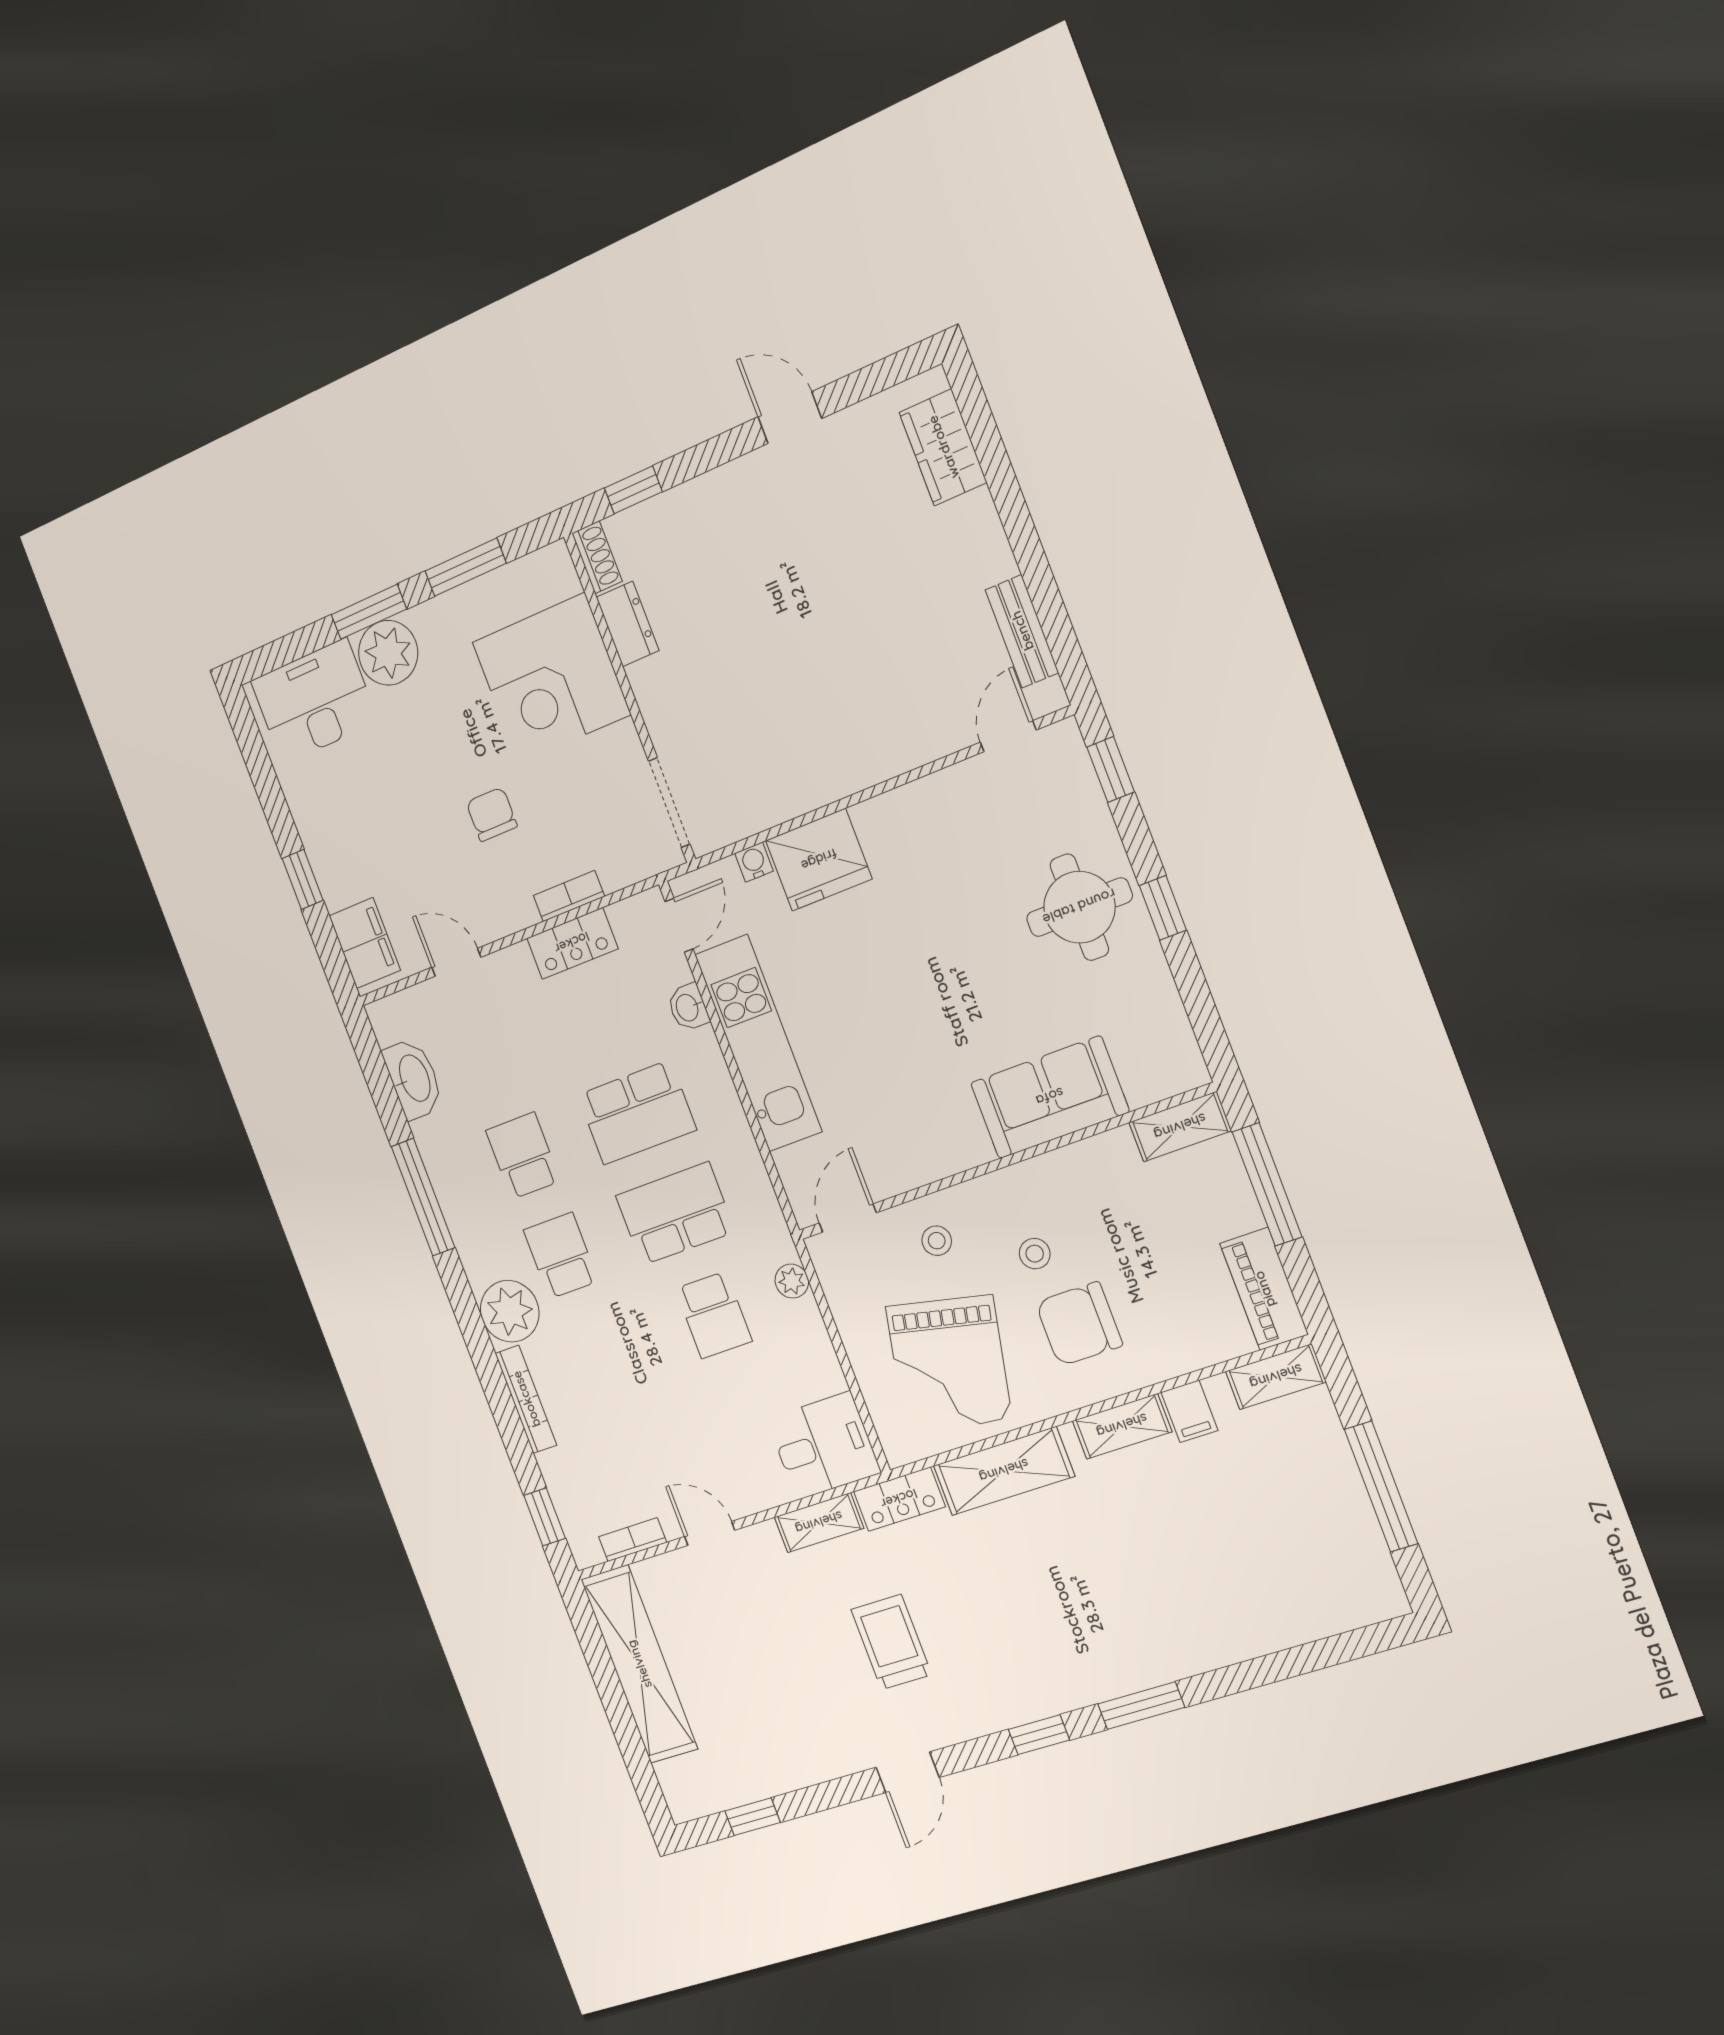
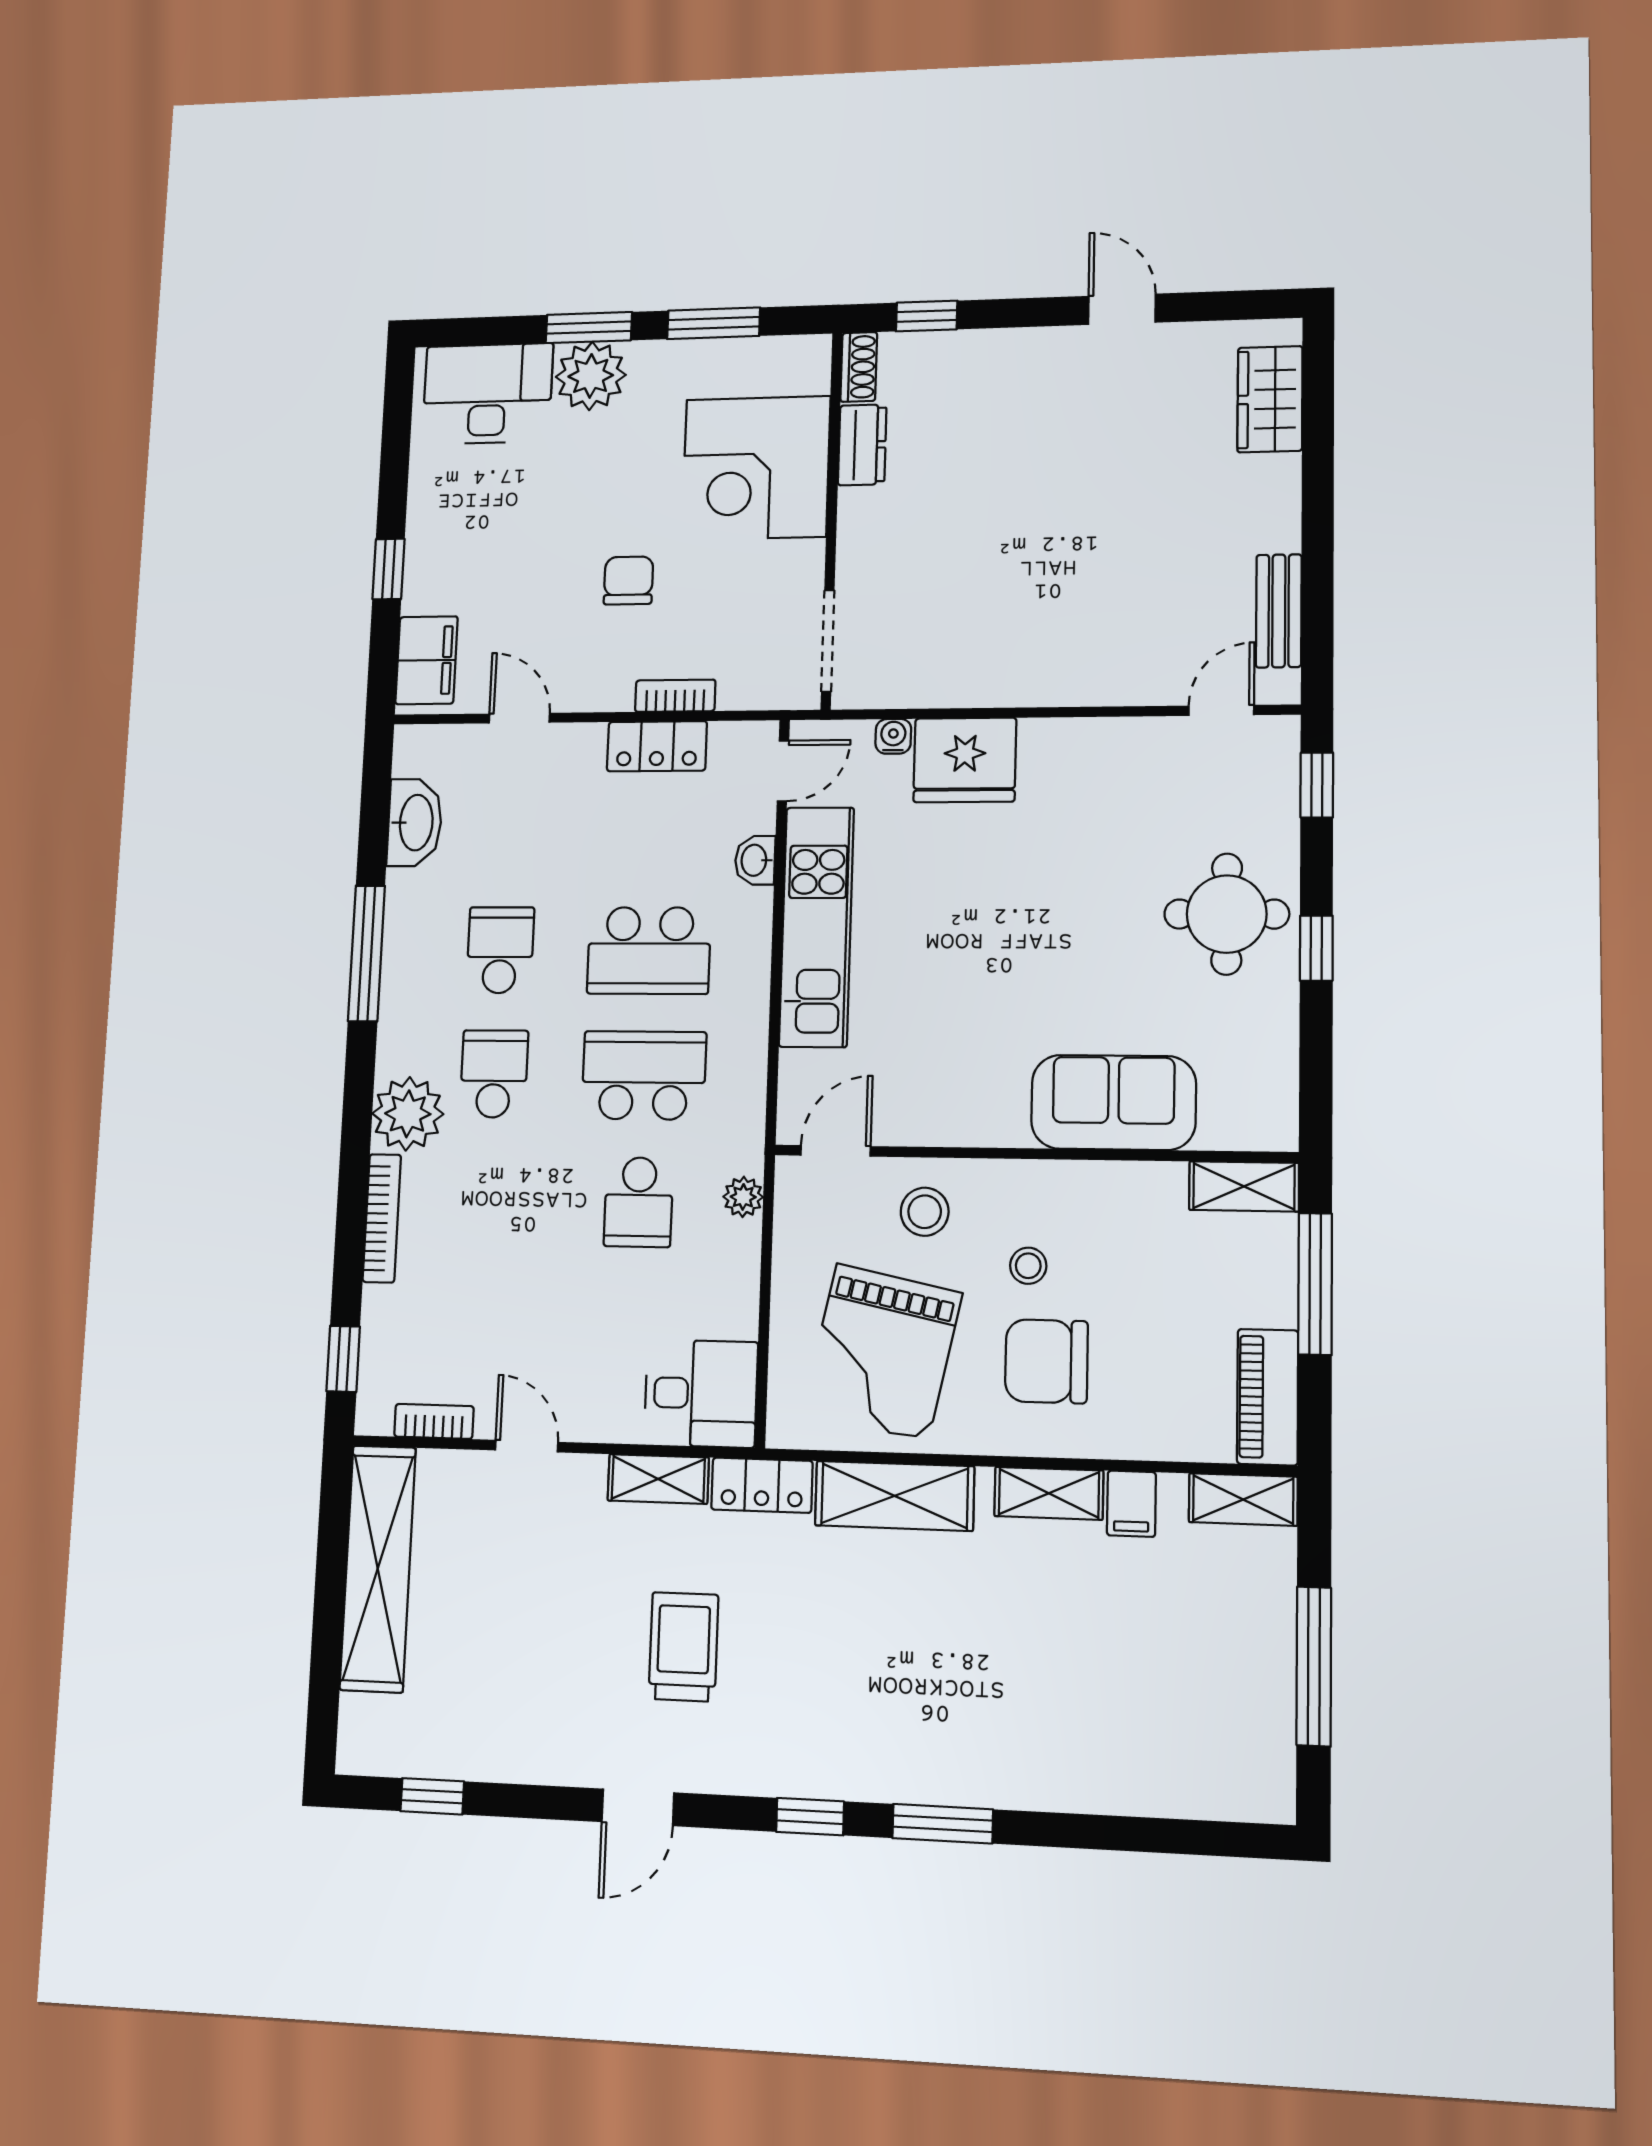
stool: (937, 1241) -> (925, 1212), width x1.37, depth x1.37

